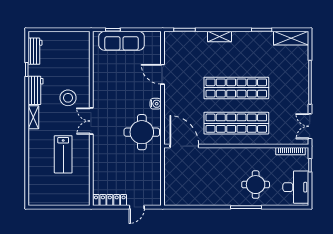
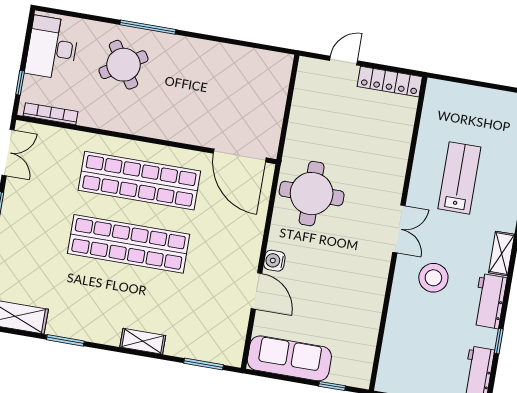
sofa: (122, 41) -> (289, 358), moved
water cooler: (156, 104) -> (274, 261), moved
round table: (256, 185) -> (123, 65), turned -32

